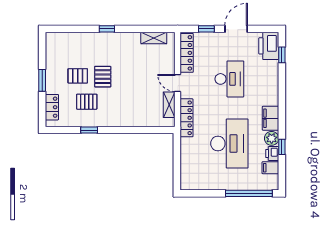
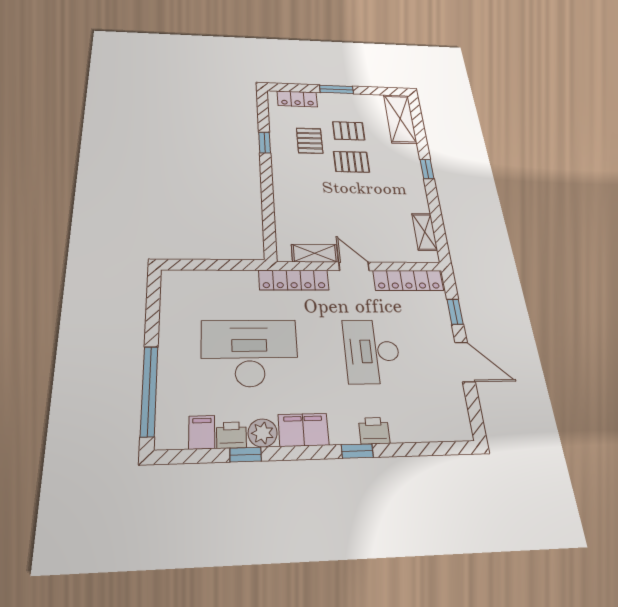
shelving: (66, 40) -> (400, 119), added
printer: (269, 46) -> (374, 431), moved, width x0.53, depth x0.68
window: (282, 55) -> (357, 451), moved
pallet: (78, 76) -> (349, 131), turned 90
desk: (229, 79) -> (372, 351), turned 90
door: (178, 83) -> (354, 266), hinge flipped
desk: (229, 143) -> (249, 353), turned 180

